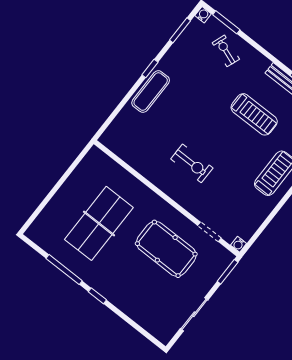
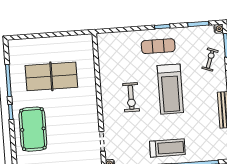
exercise mat: (151, 92) -> (158, 46), moved
treadmill: (254, 114) -> (170, 89), moved, width x1.37, depth x1.38
pool table: (166, 249) -> (33, 129), moved

